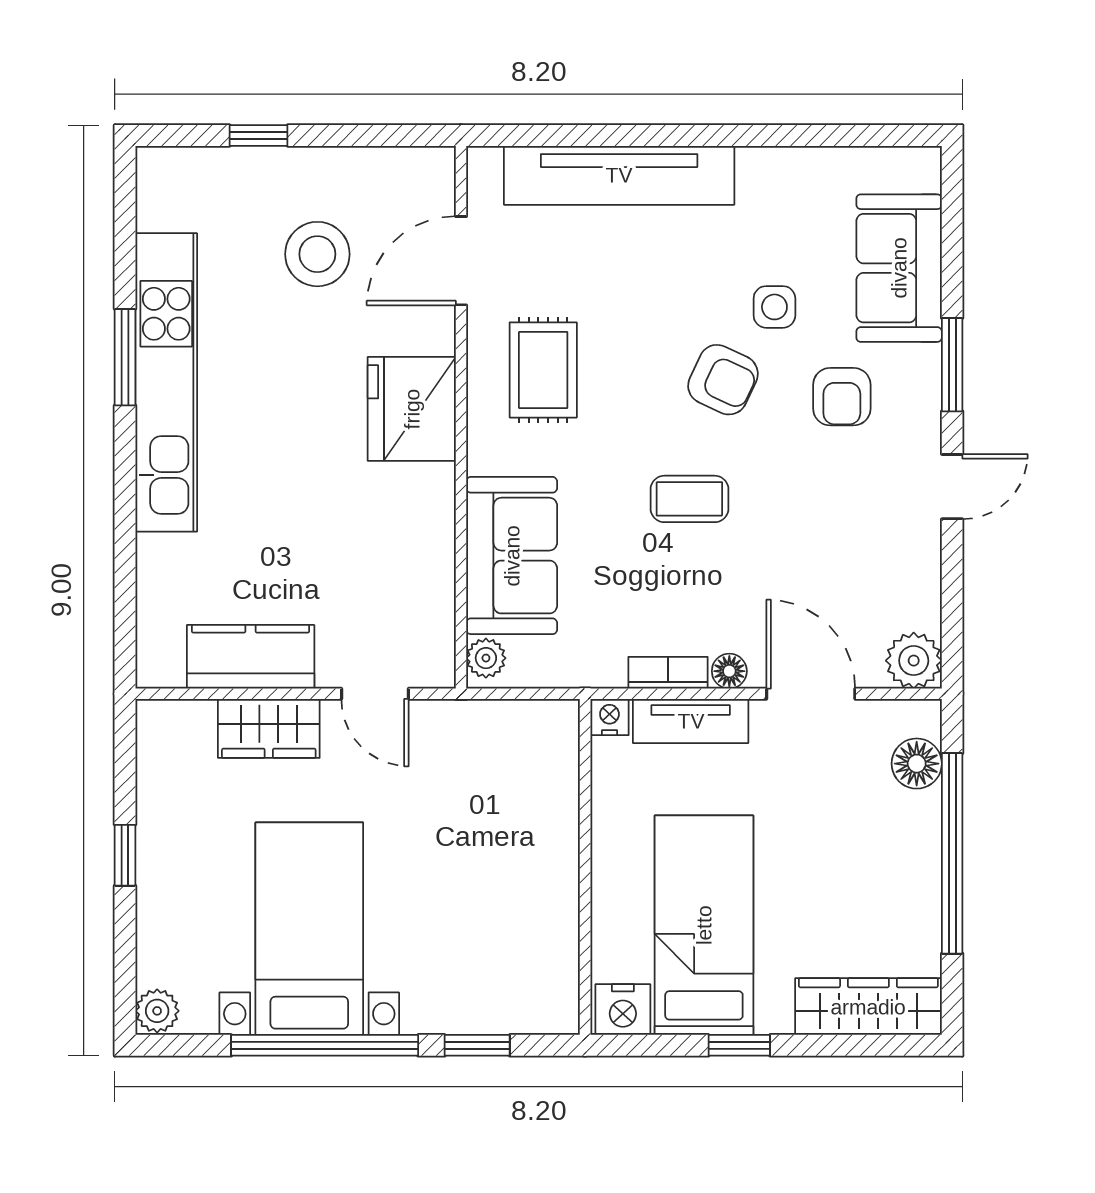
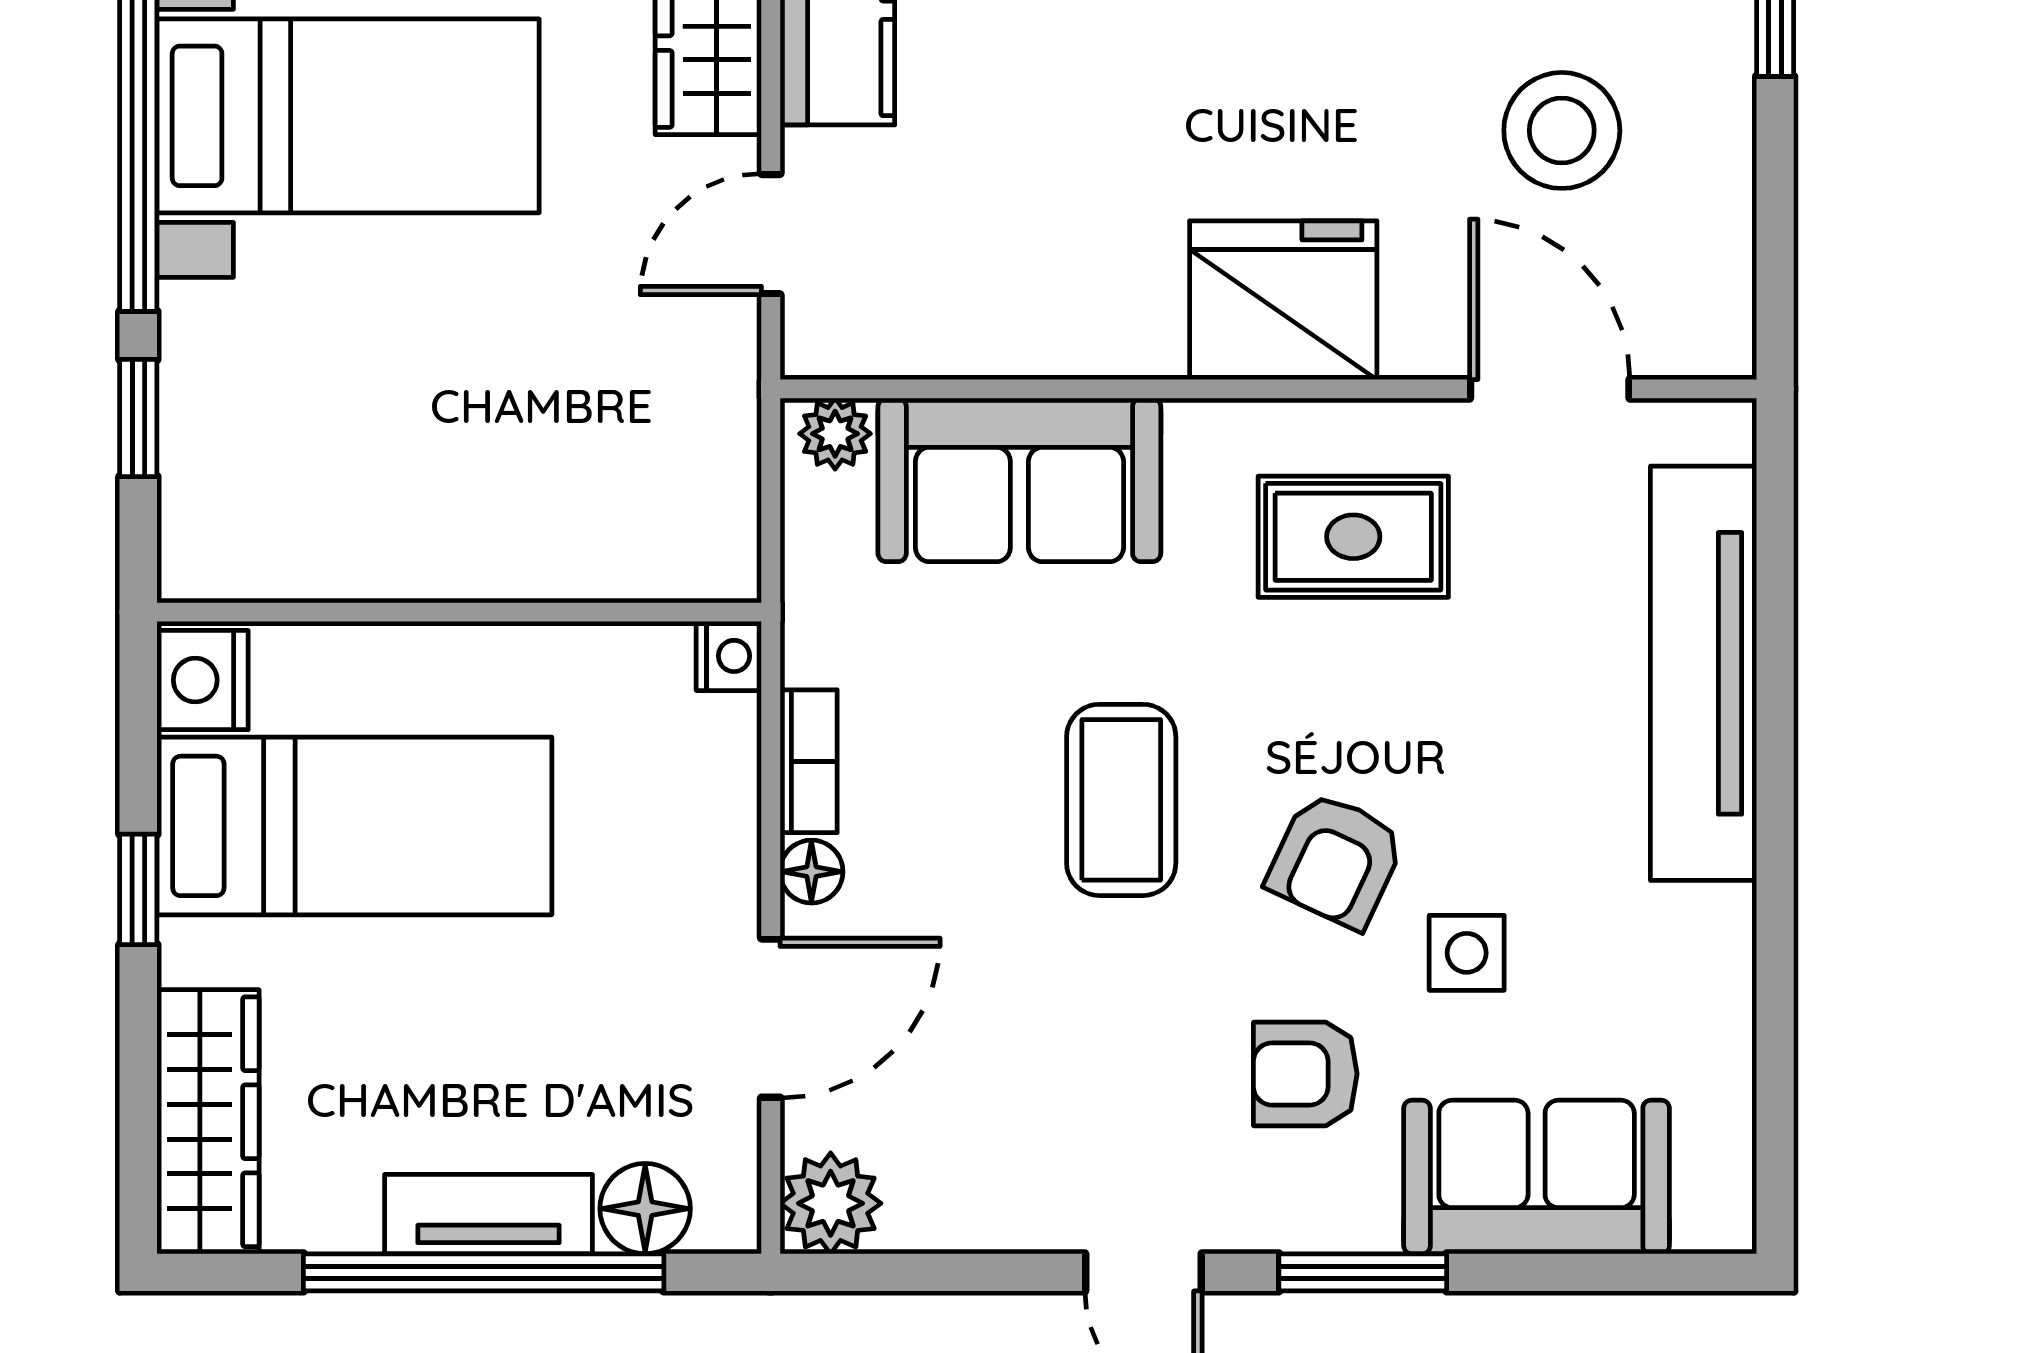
coffee table: (689, 499) -> (1121, 800), width x1.36, depth x1.30
tv unit: (691, 721) -> (489, 1214), moved, turned 90

